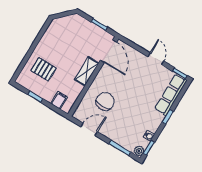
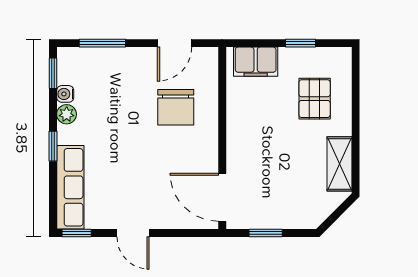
pallet: (44, 69) -> (315, 99), turned 90
shelving: (87, 71) -> (340, 164), moved
filing cabinet: (59, 100) -> (256, 62), width x2.00
plant: (139, 151) -> (67, 114), moved

